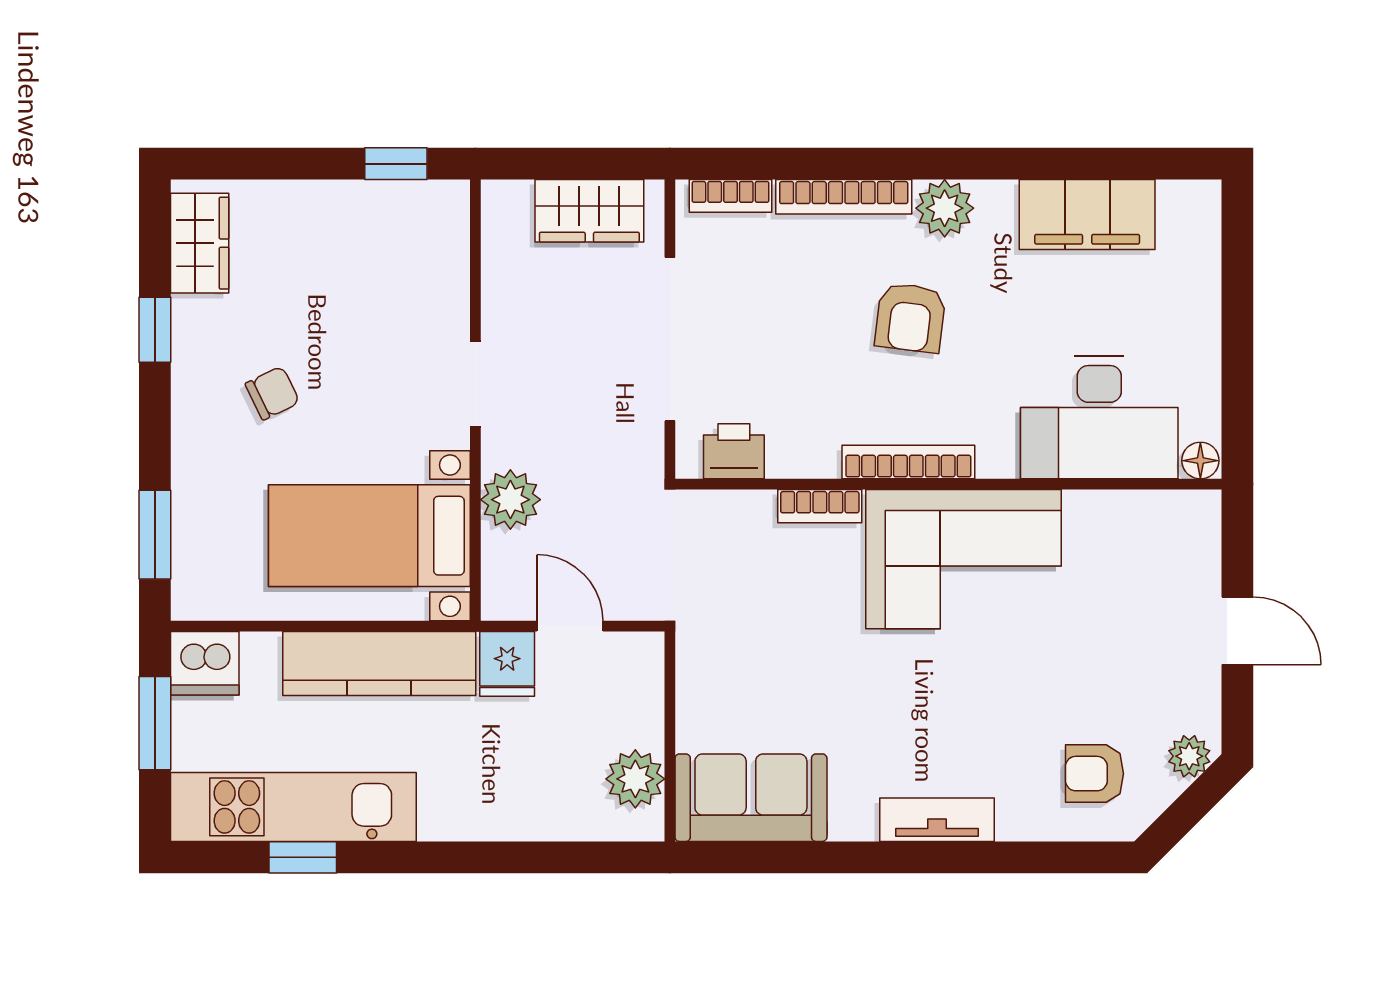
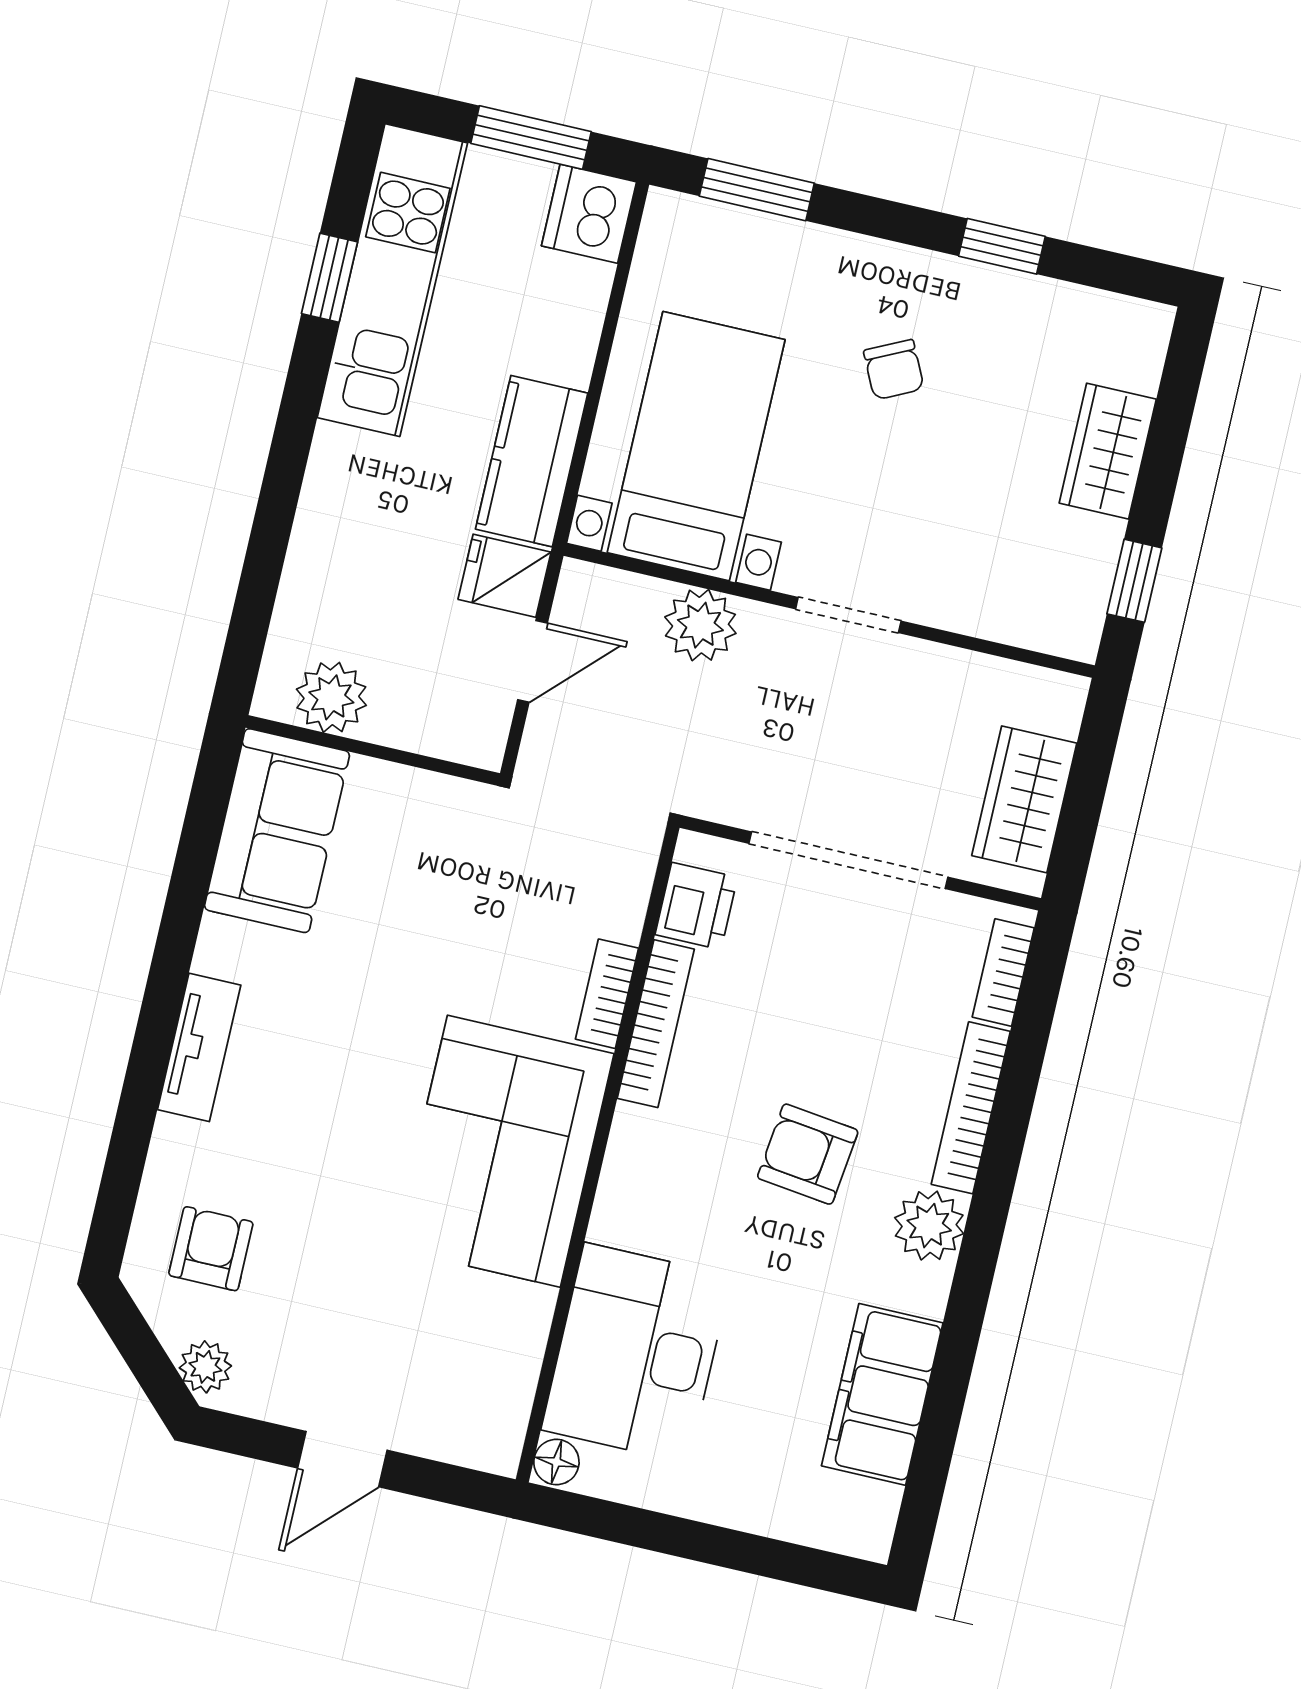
wardrobe: (200, 243) -> (1108, 451), moved, turned 90
bookcase: (908, 462) -> (656, 1024), moved
kitchen counter: (379, 663) -> (532, 461), width x0.67

